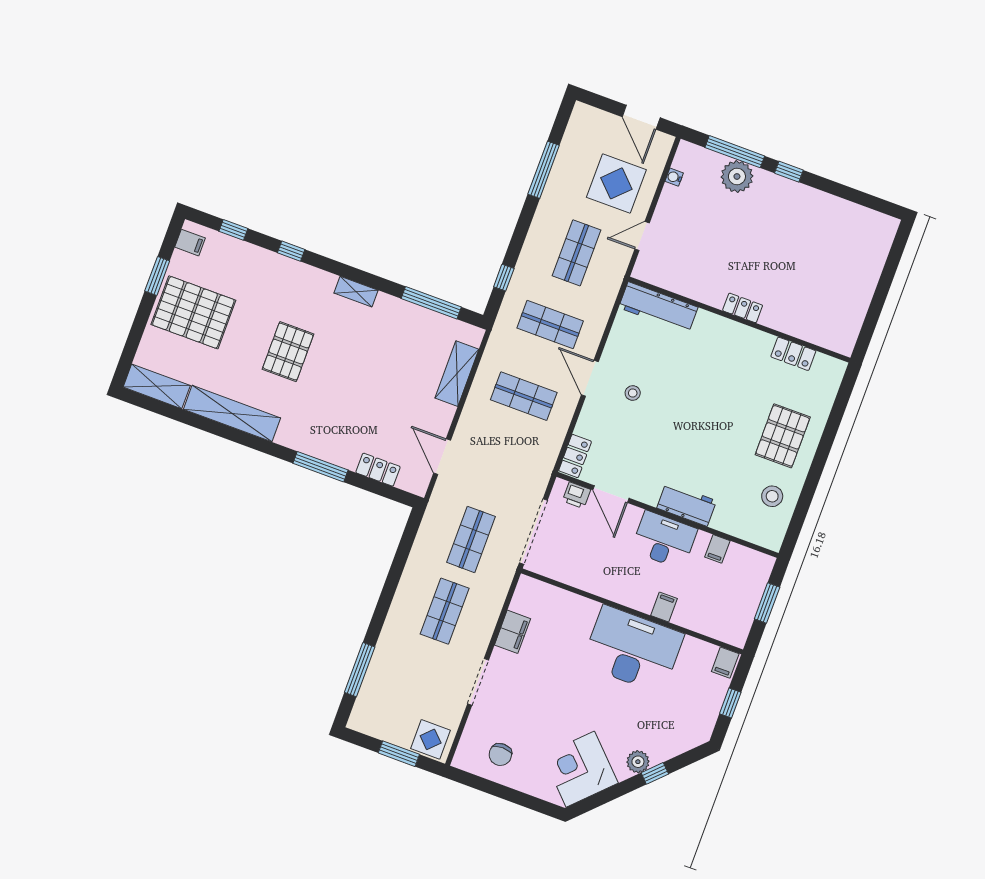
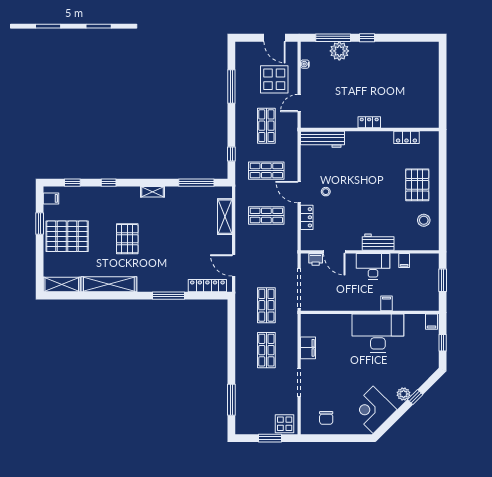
locker: (575, 456) -> (307, 217), moved
locker: (378, 470) -> (207, 286), width x1.53

